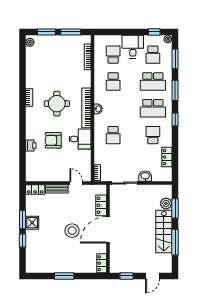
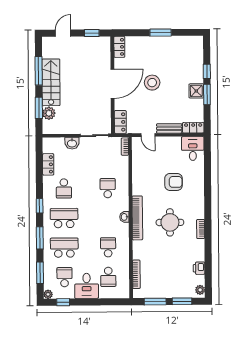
desk: (80, 139) -> (193, 148), moved, turned 90
printer: (31, 146) -> (199, 268), moved
locker: (101, 205) -> (120, 122), moved

